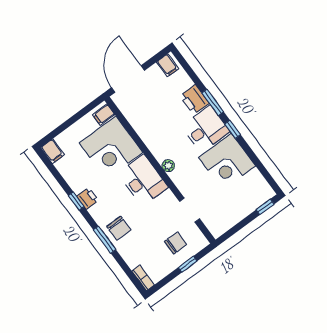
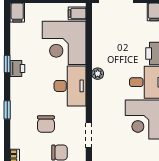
plant: (168, 166) -> (98, 74), moved
chair: (119, 228) -> (46, 124), moved
window: (105, 240) -> (7, 110), width x0.67

